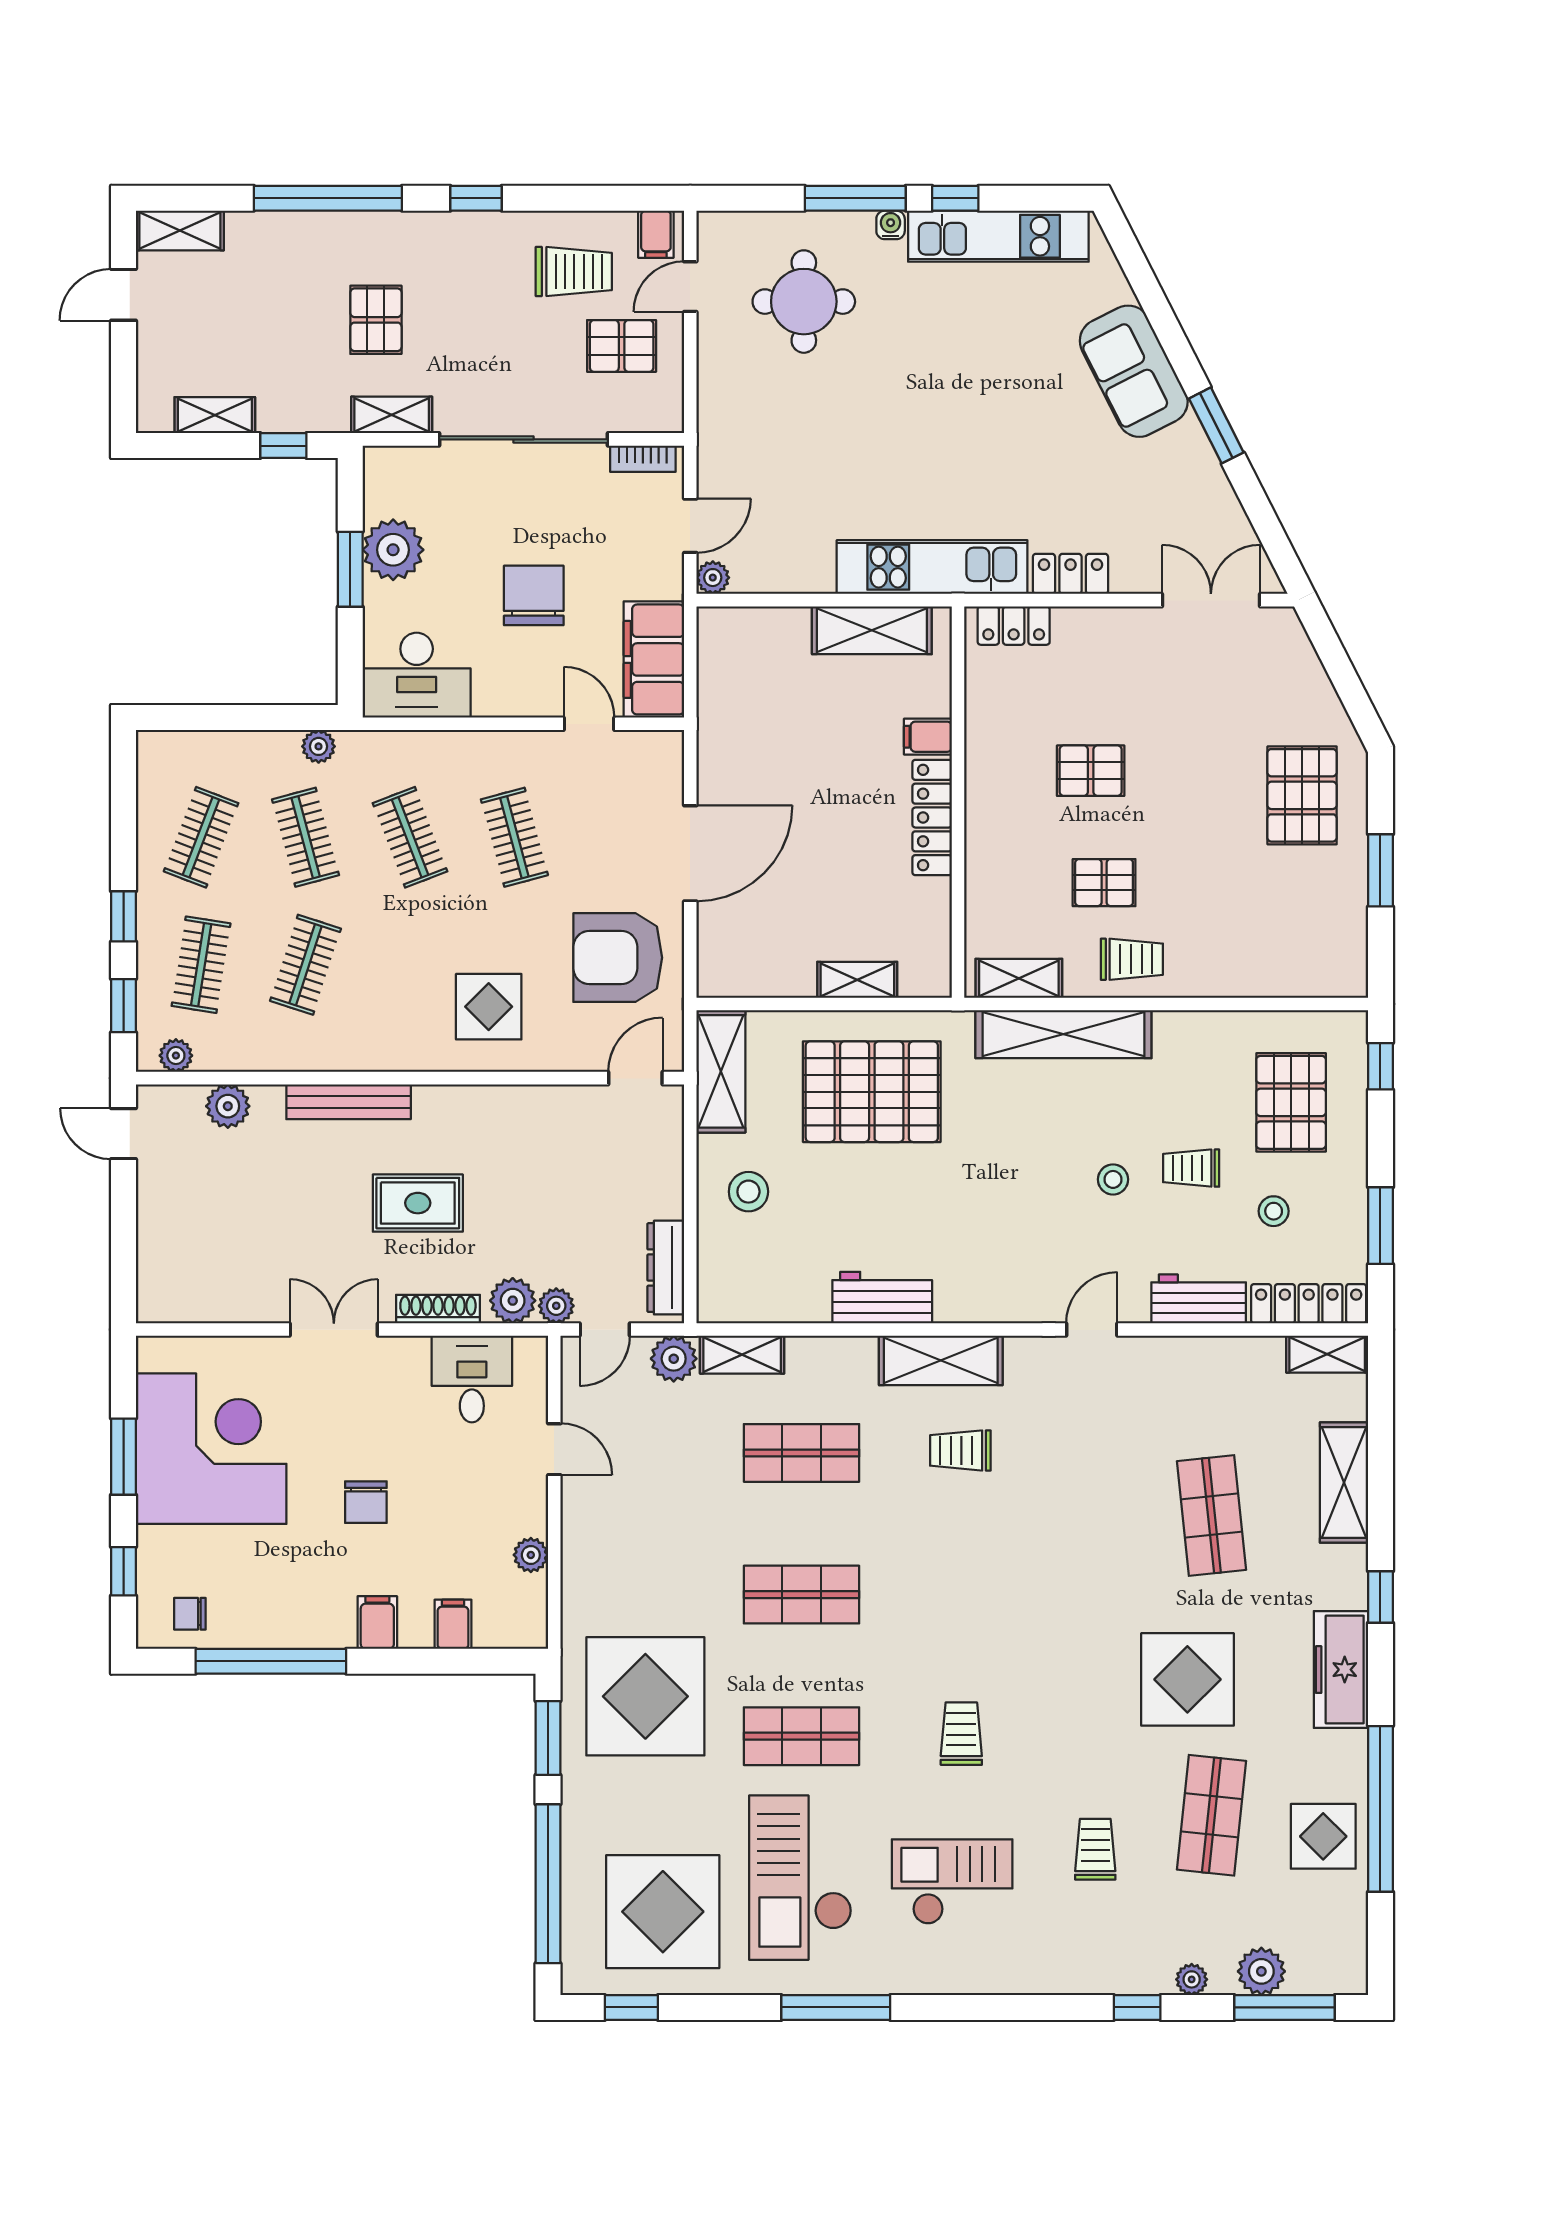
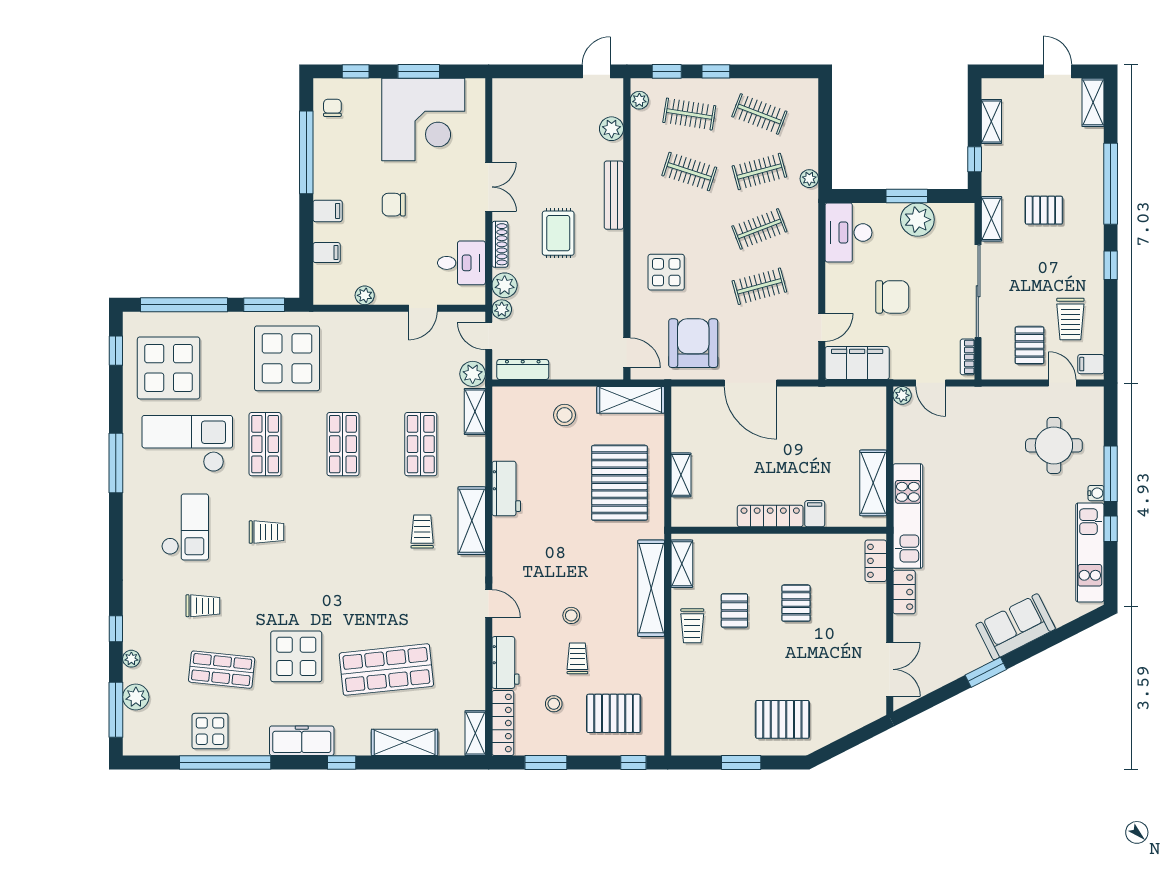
shop shelf: (1211, 1516) -> (386, 670), width x1.43, depth x1.36

